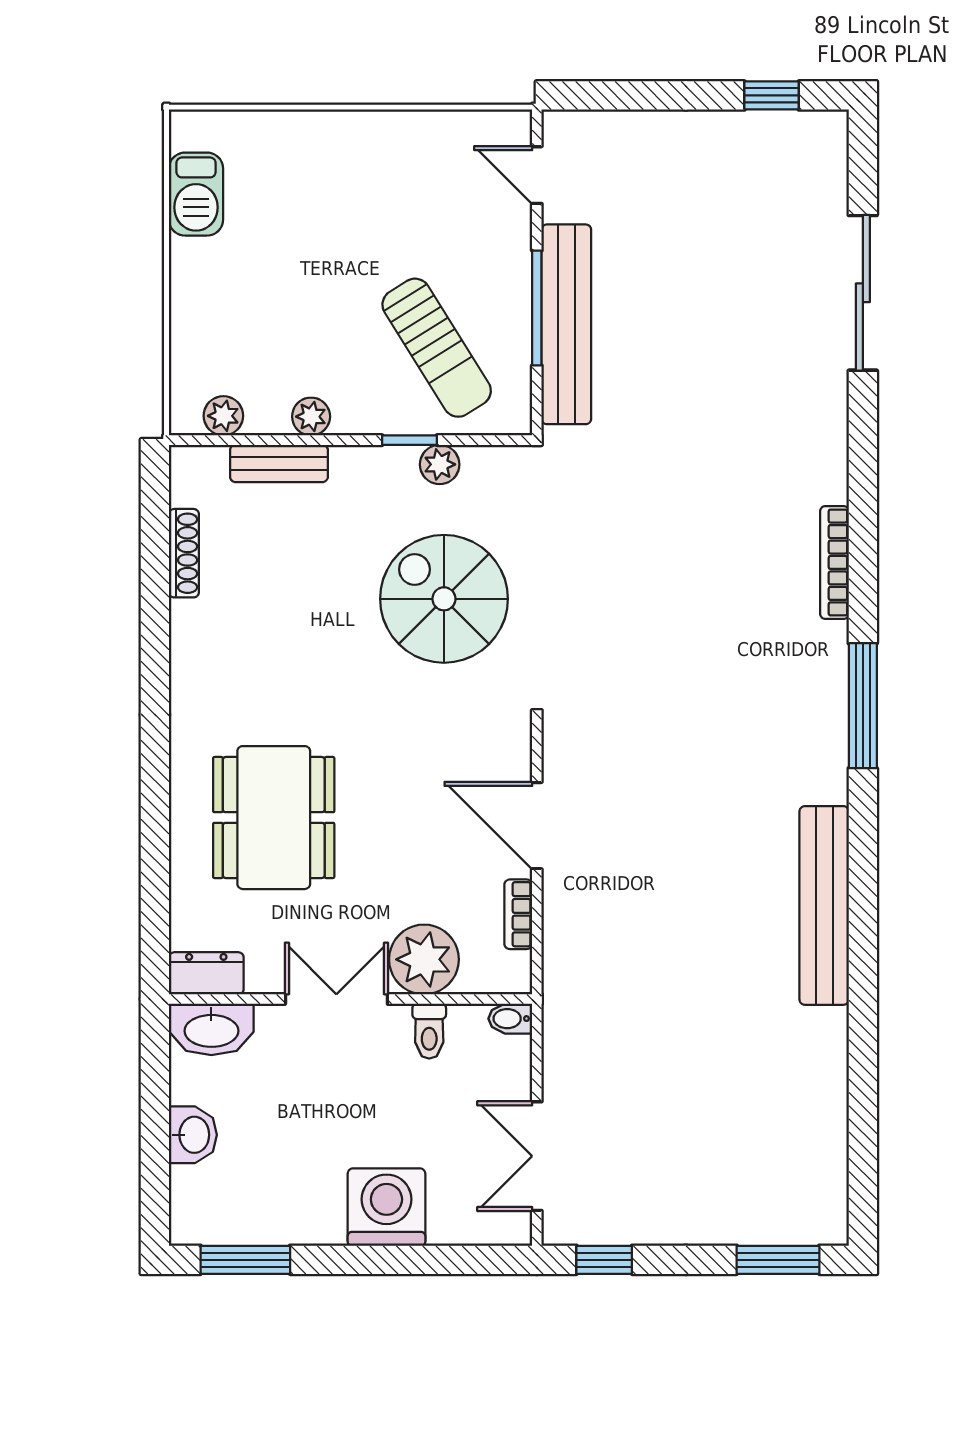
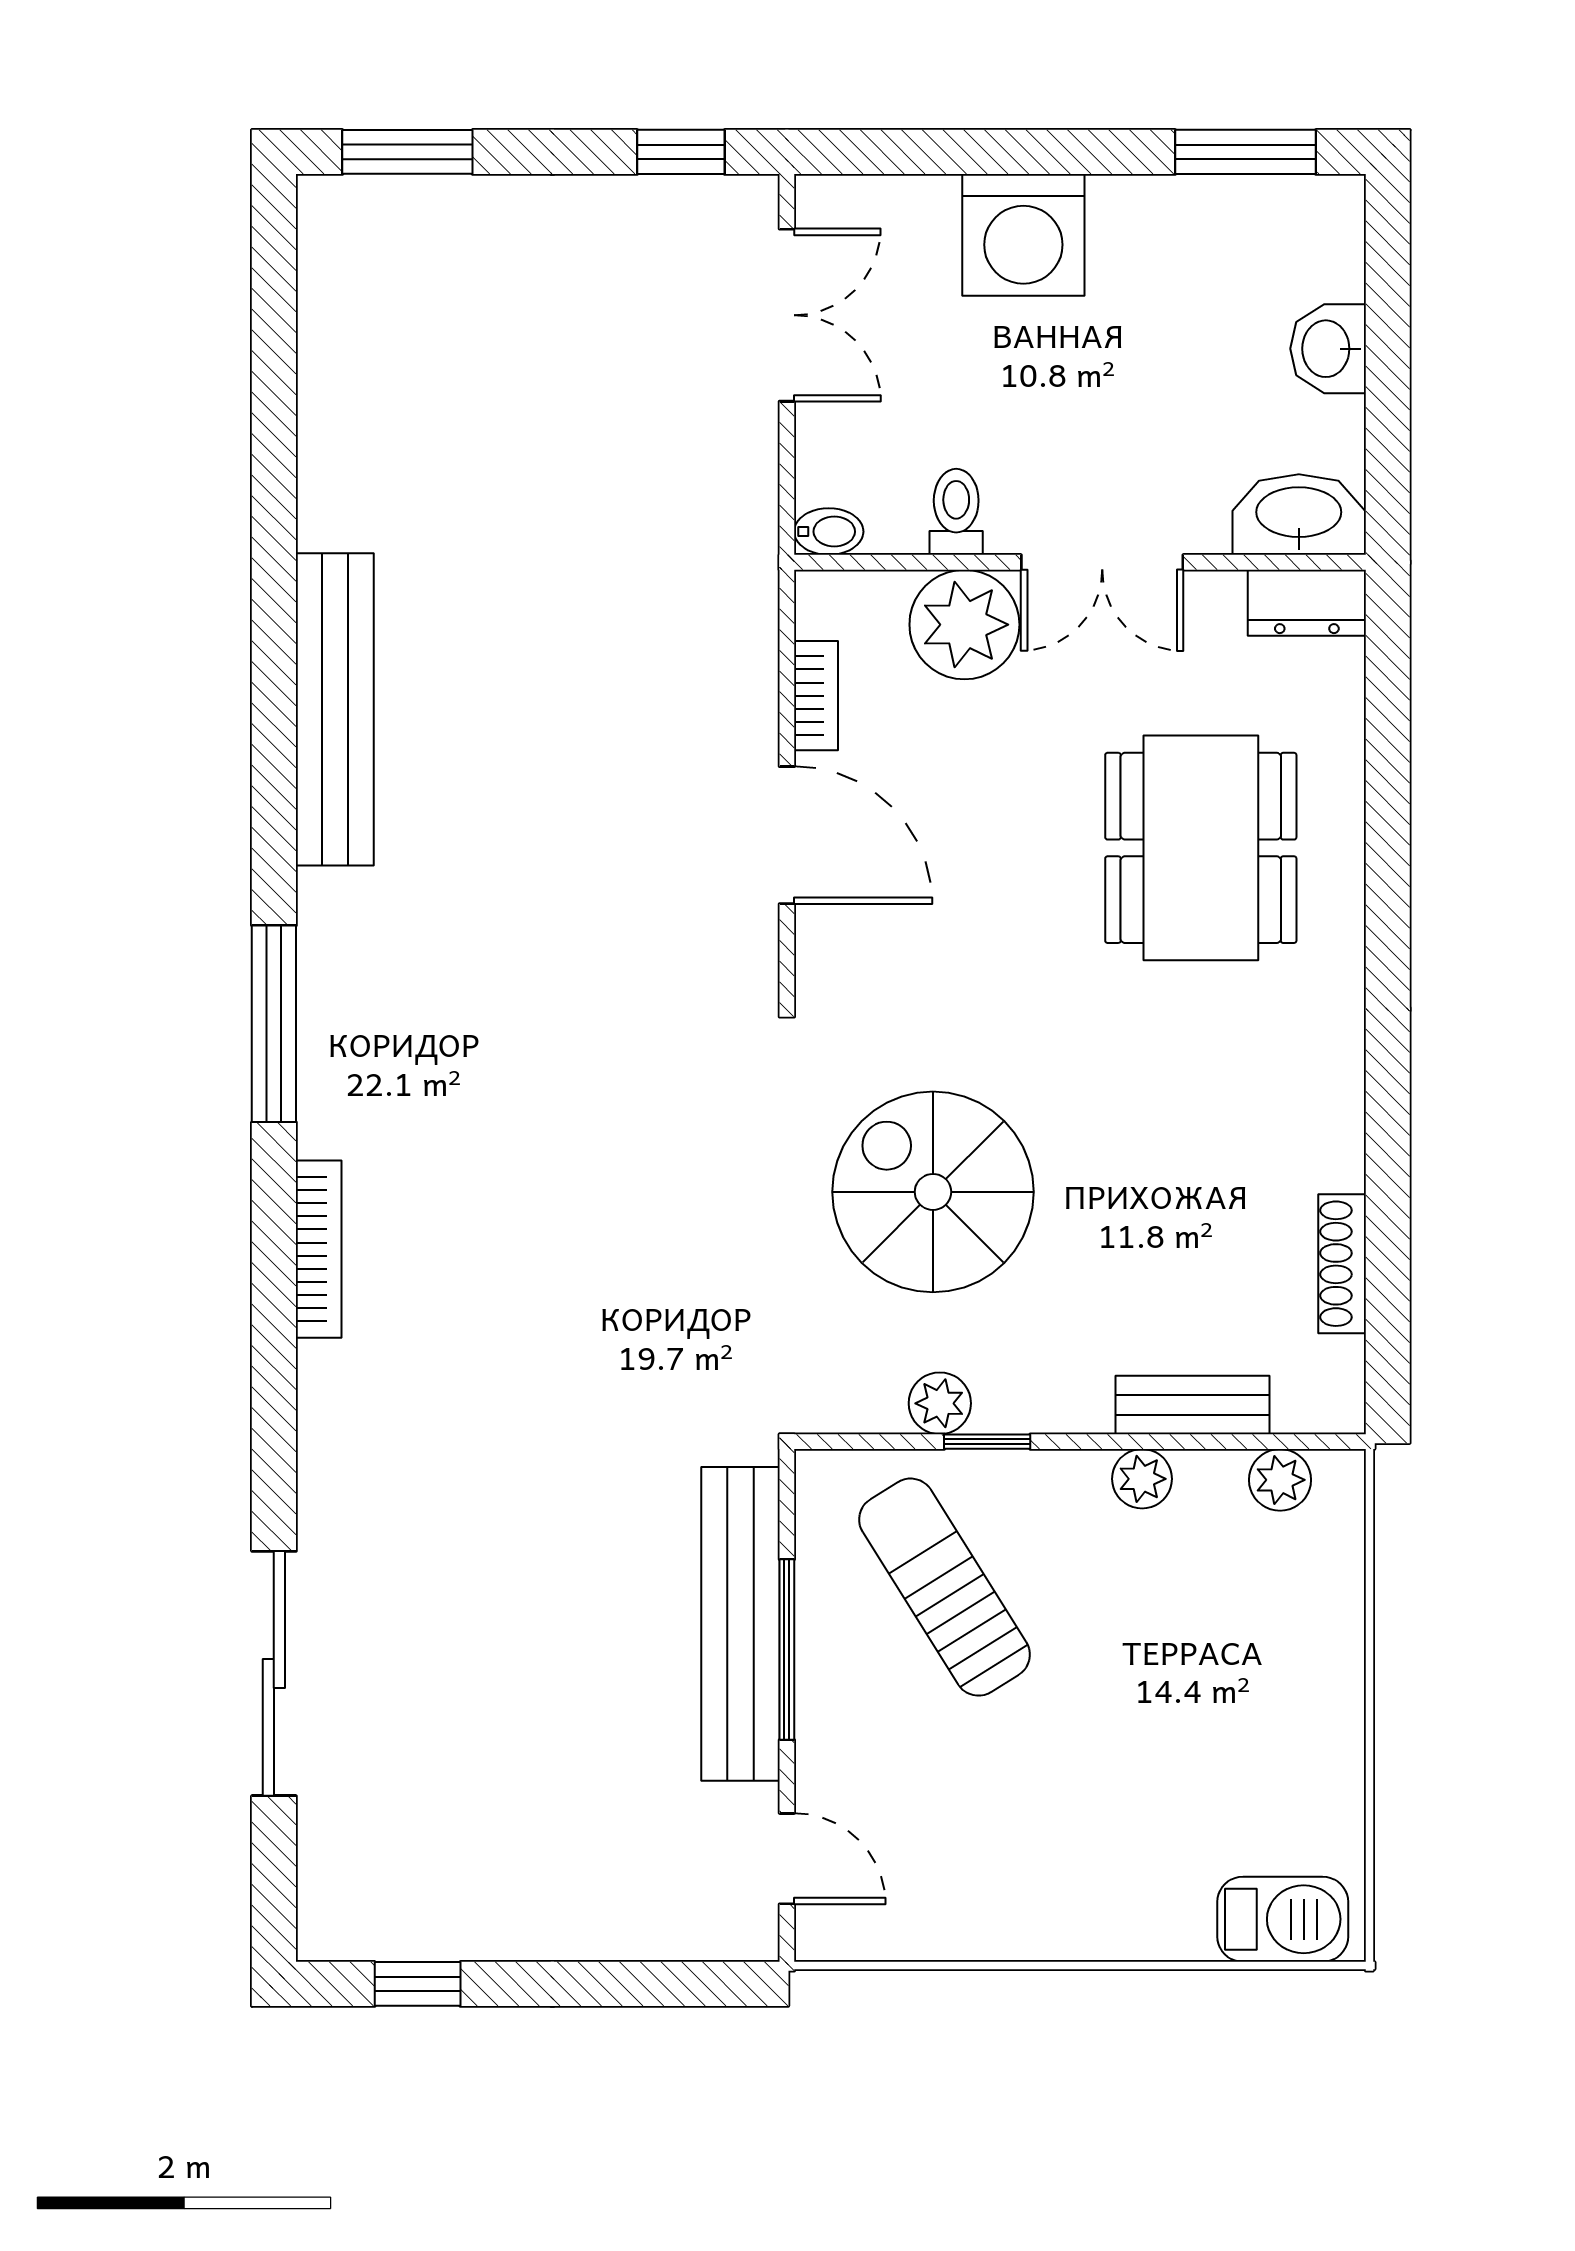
barbecue: (196, 194) -> (1283, 1919), moved, turned 90
spiral stairs: (444, 599) -> (933, 1192), turned 180

